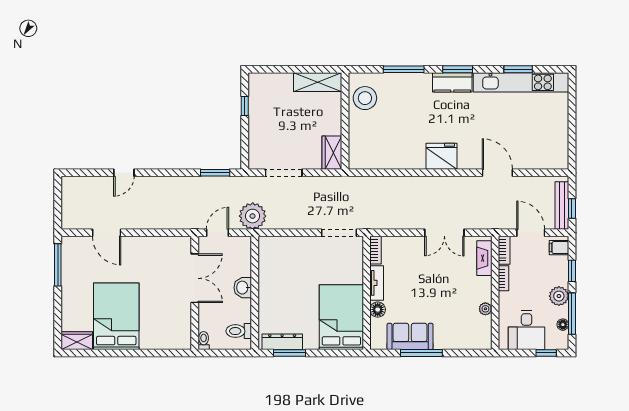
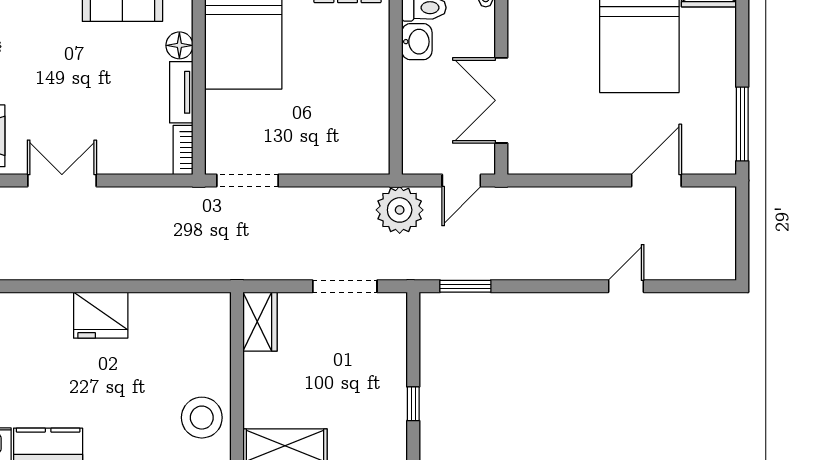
fridge: (441, 156) -> (101, 315), moved
door: (107, 233) -> (656, 181), hinge flipped
washbasin: (243, 288) -> (417, 42), moved

